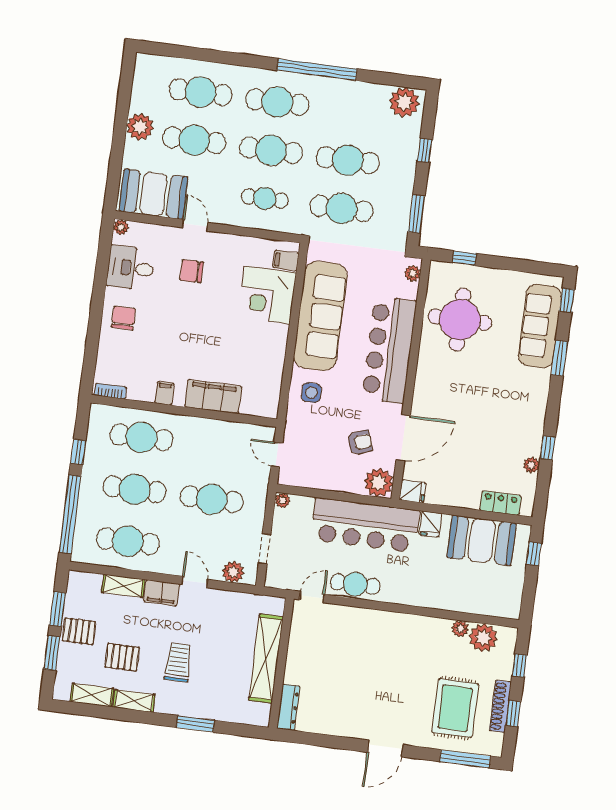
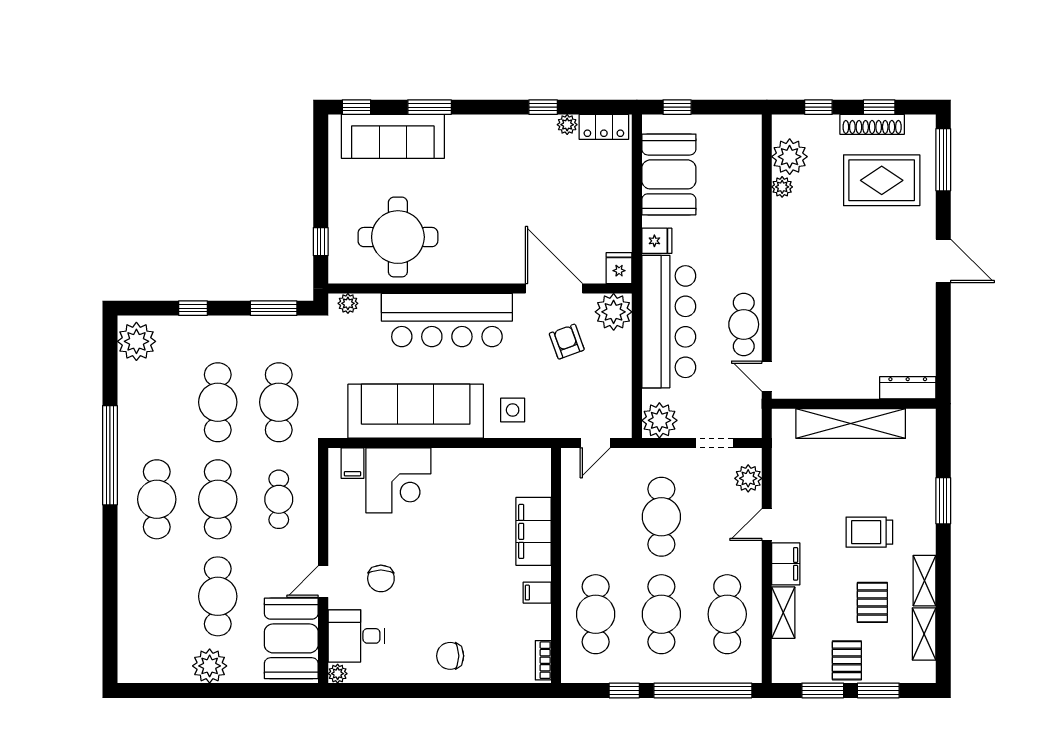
cafe table: (201, 92) -> (157, 596), removed
desk: (131, 268) -> (356, 636), moved, turned 90
plant: (282, 500) -> (659, 420), width x1.88, depth x1.88
locker: (500, 503) -> (604, 127), moved, turned -90

